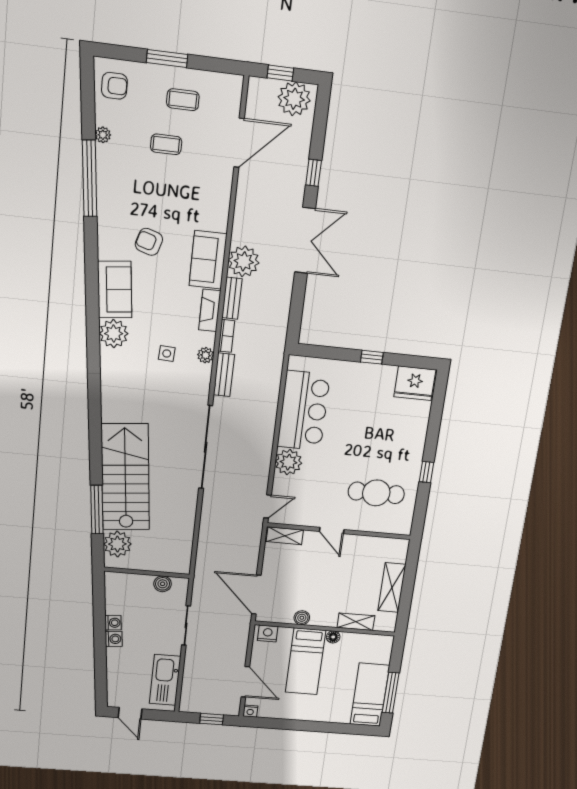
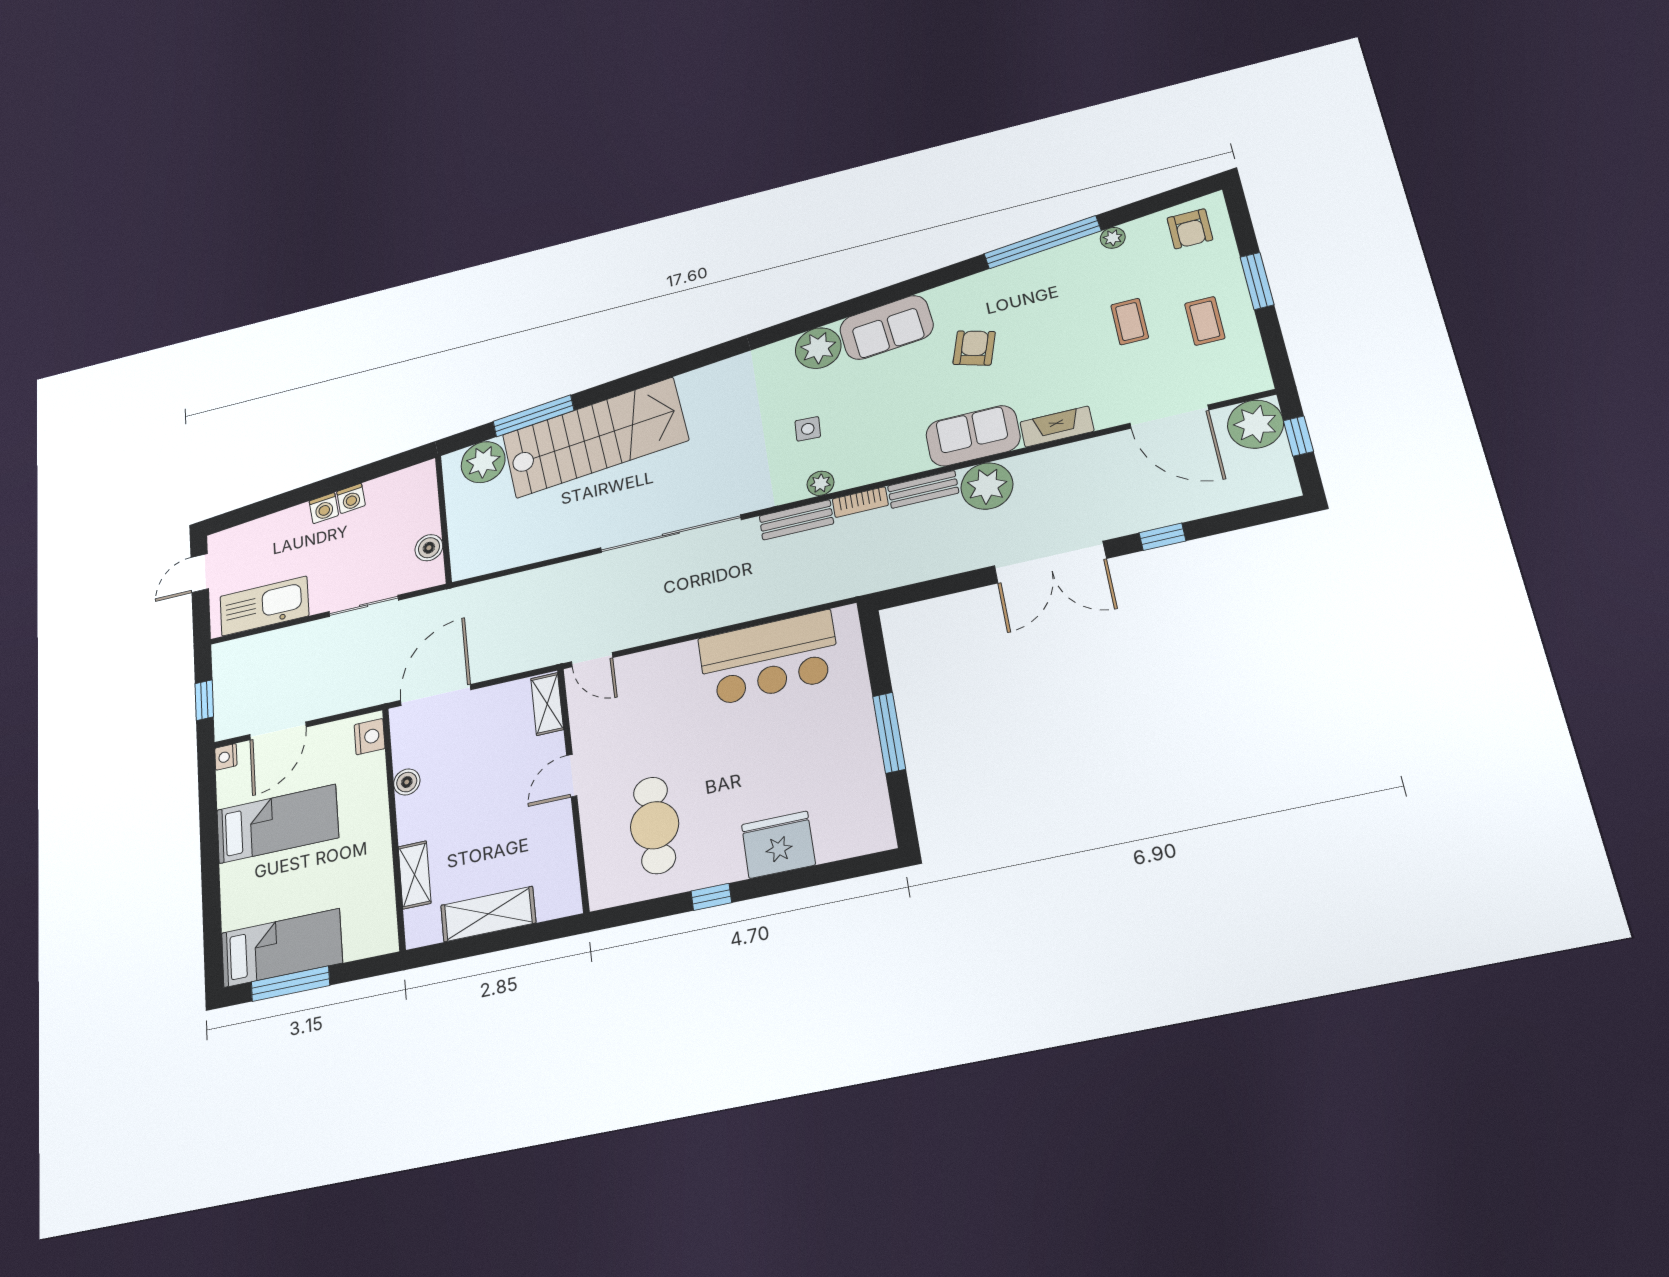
plant: (294, 99) -> (1255, 424), moved
fireplace: (210, 310) -> (1057, 427), moved
window: (372, 357) -> (889, 733), width x2.17
fridge: (415, 383) -> (778, 845), moved, turned 90
plant: (289, 462) -> (676, 666), removed
floor lamp: (333, 637) -> (380, 846), removed
bed: (306, 661) -> (277, 824), moved, turned 180

